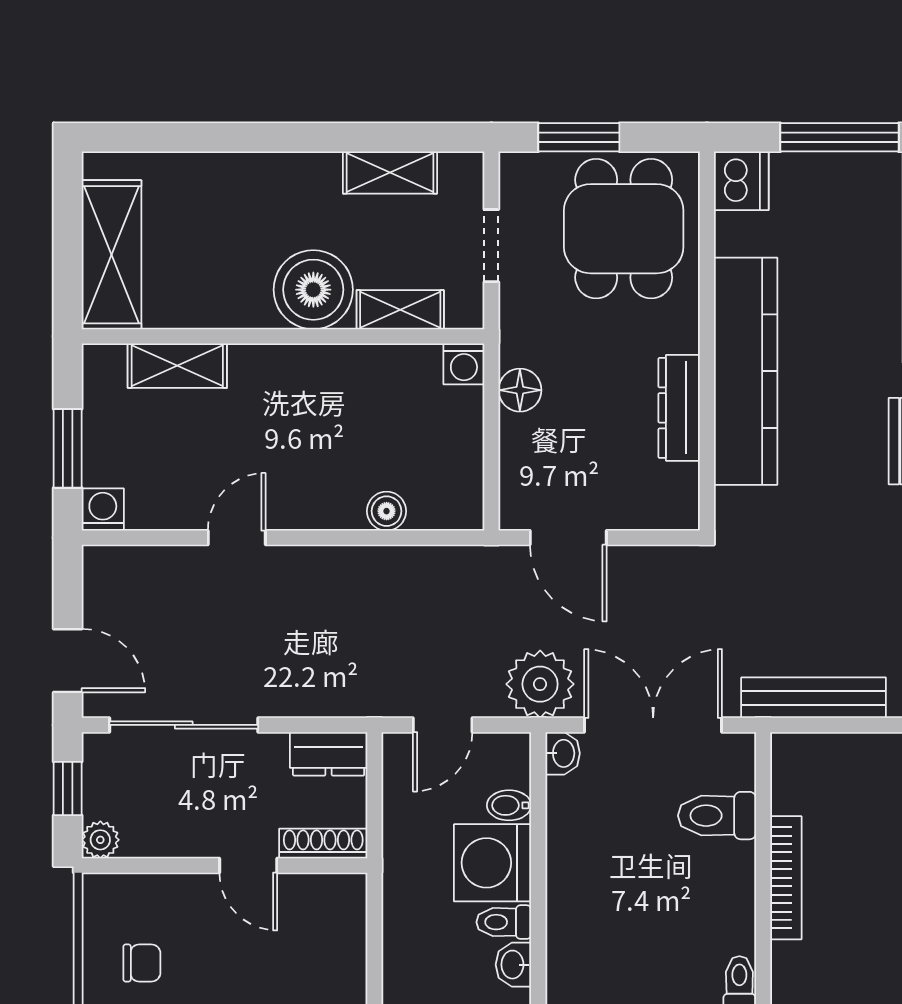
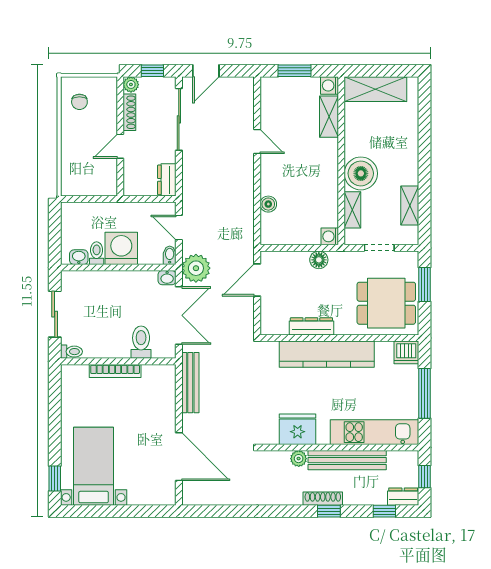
washing machine: (103, 510) -> (330, 86), moved, turned 180
bidet: (509, 805) -> (170, 255), moved
shoe rack: (323, 843) -> (129, 112), moved

